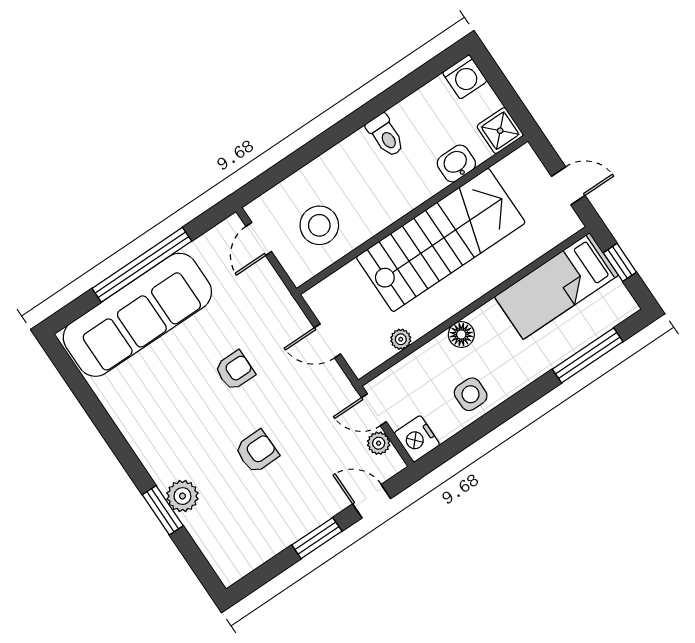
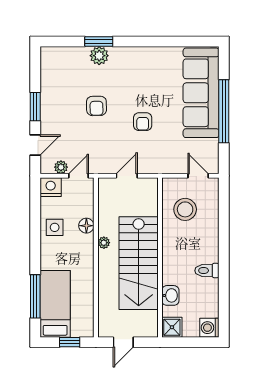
bed: (556, 286) -> (55, 304), moved
floor lamp: (461, 335) -> (86, 226), moved
plant: (401, 339) -> (104, 243), moved

